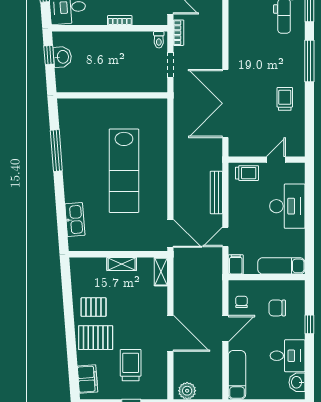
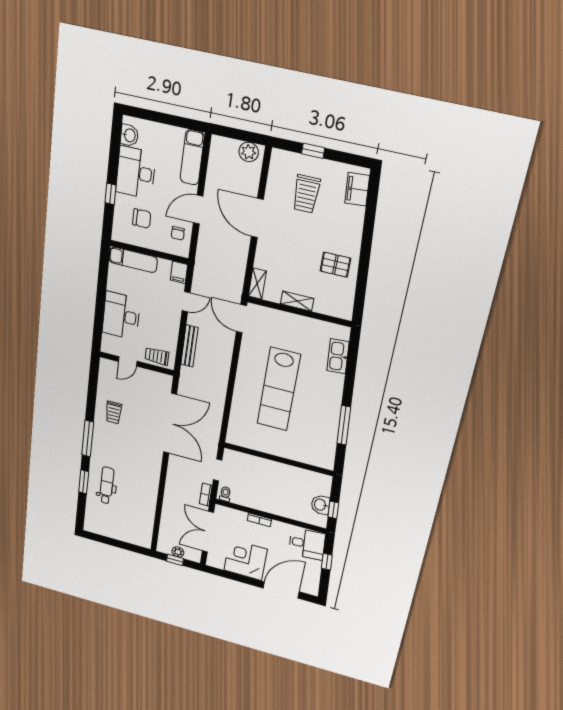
lab bench: (124, 171) -> (279, 389), turned 180
pallet: (96, 338) -> (339, 232), removed
desk: (287, 356) -> (136, 172), width x1.37

